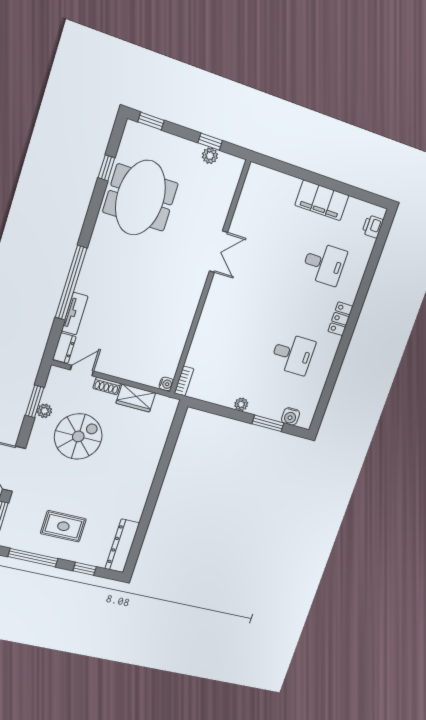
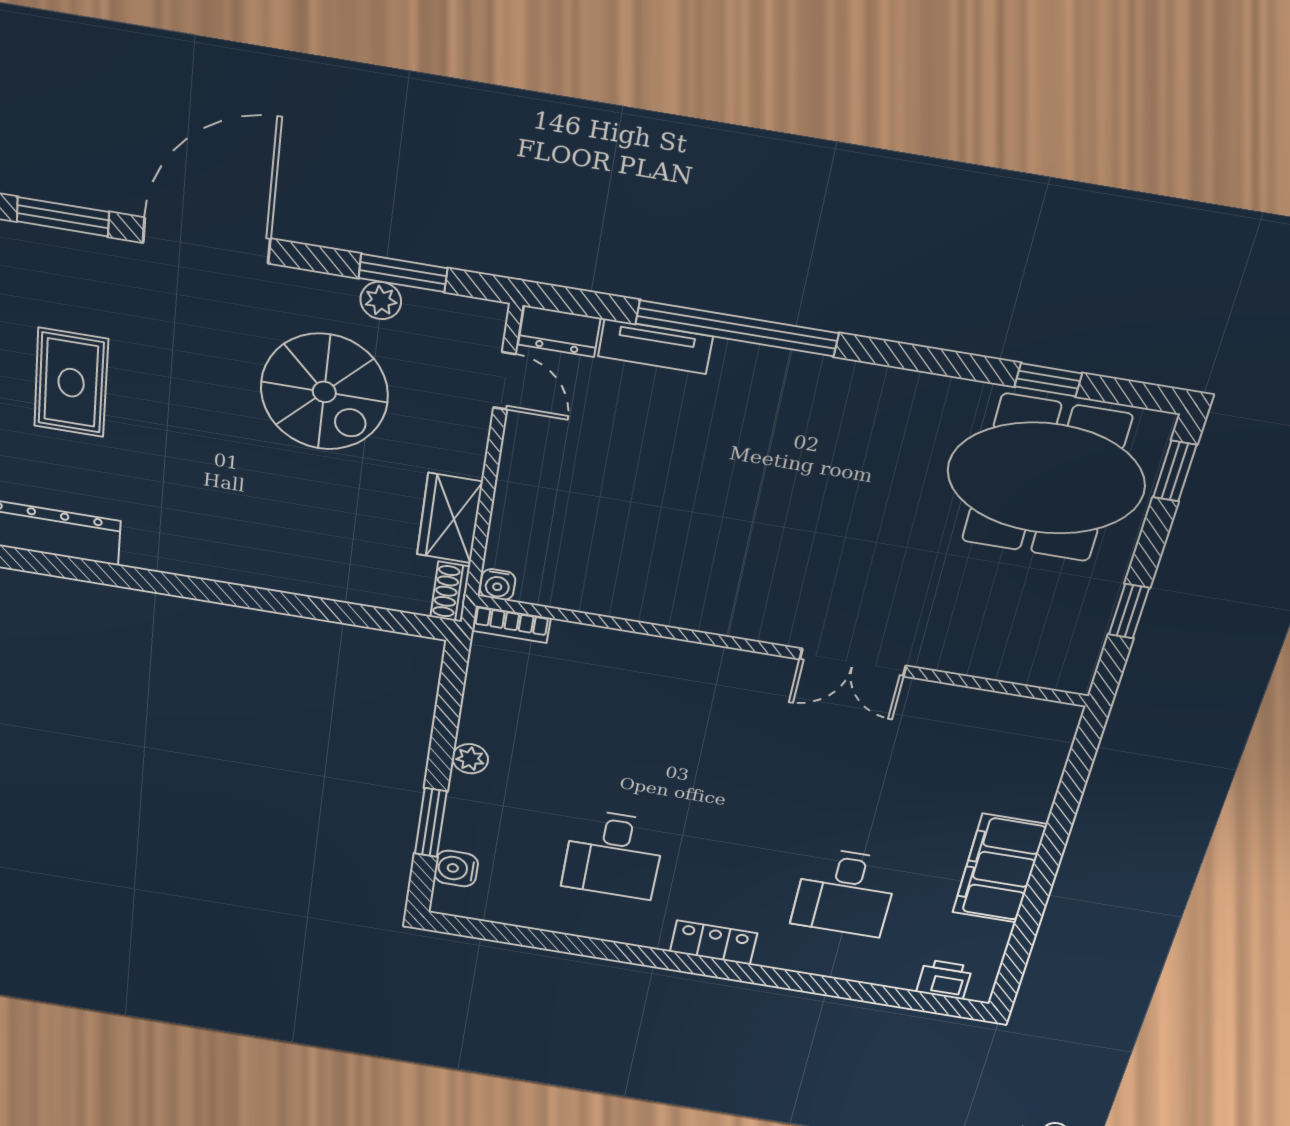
plant: (210, 156) -> (1094, 615), removed
meeting table: (140, 198) -> (1046, 479), moved
shoe rack: (107, 386) -> (450, 592), moved

